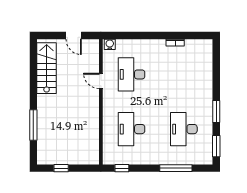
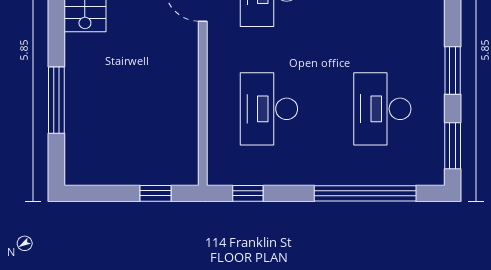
window: (61, 168) -> (155, 193), moved
window: (176, 168) -> (365, 193), width x1.46

